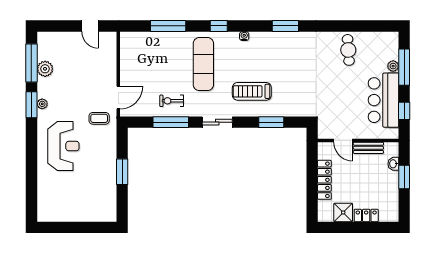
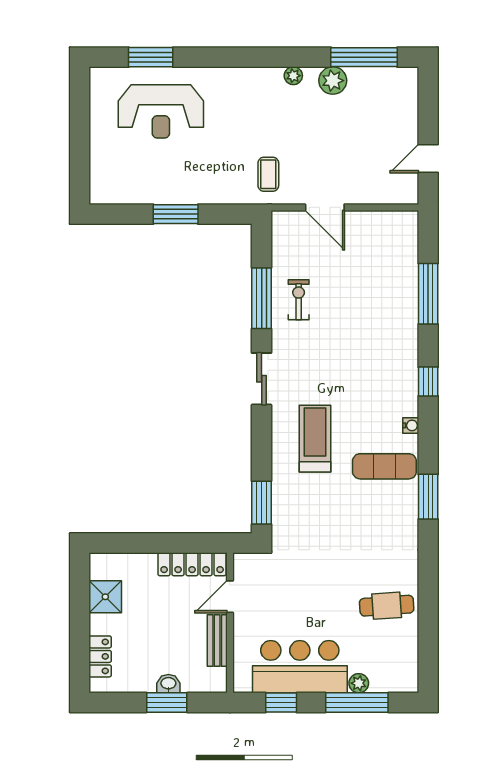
exercise mat: (203, 64) -> (384, 466), moved, width x0.73, depth x0.69
plant: (45, 69) -> (333, 81), moved
door: (118, 98) -> (325, 207), moved
window: (31, 105) -> (151, 57), moved
window: (271, 122) -> (262, 503), moved
reception desk: (63, 146) -> (161, 111), moved
washbasin: (393, 164) -> (168, 684), moved
locker: (324, 180) -> (192, 564), moved
locker: (366, 215) -> (100, 656), moved

